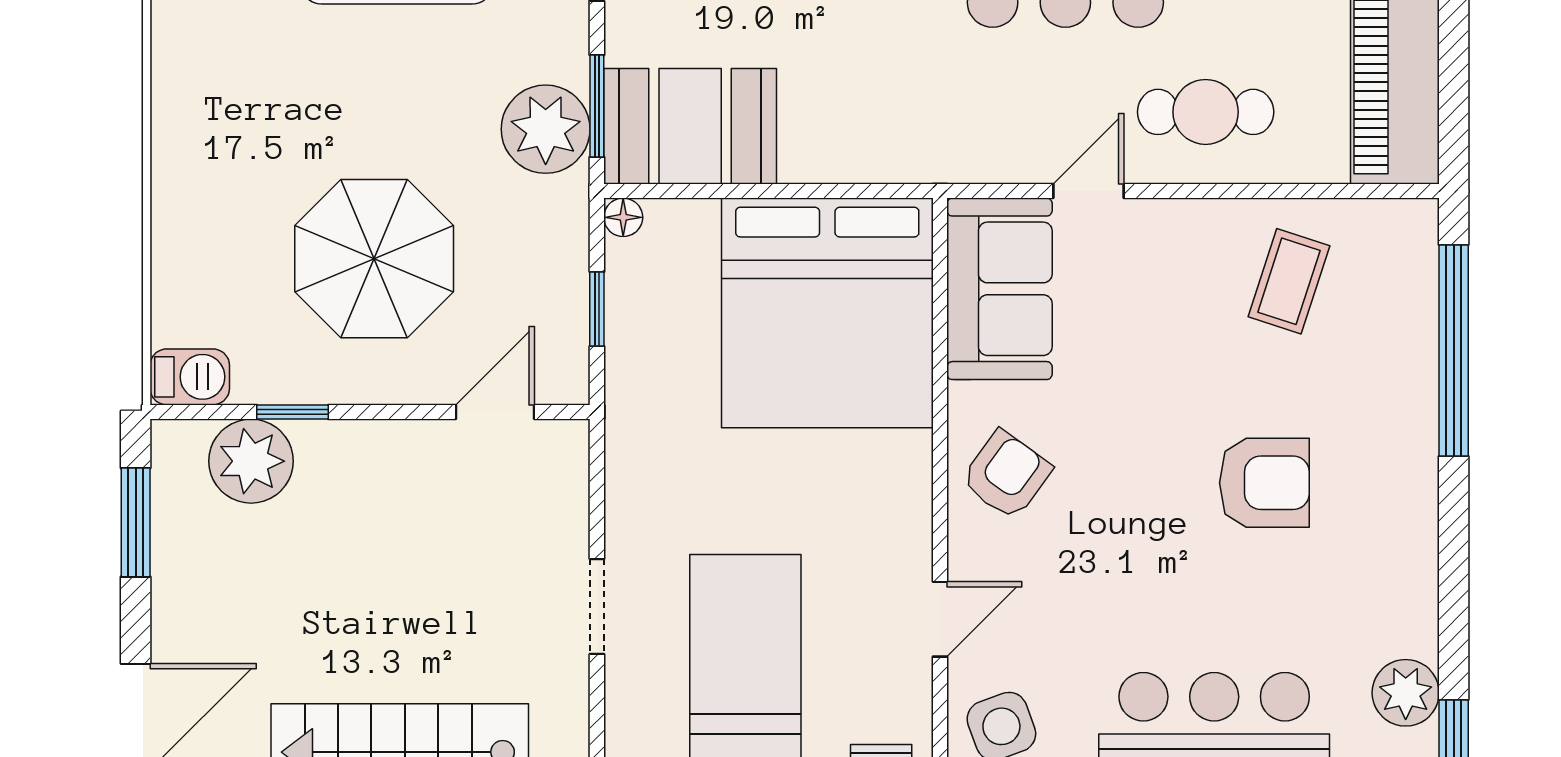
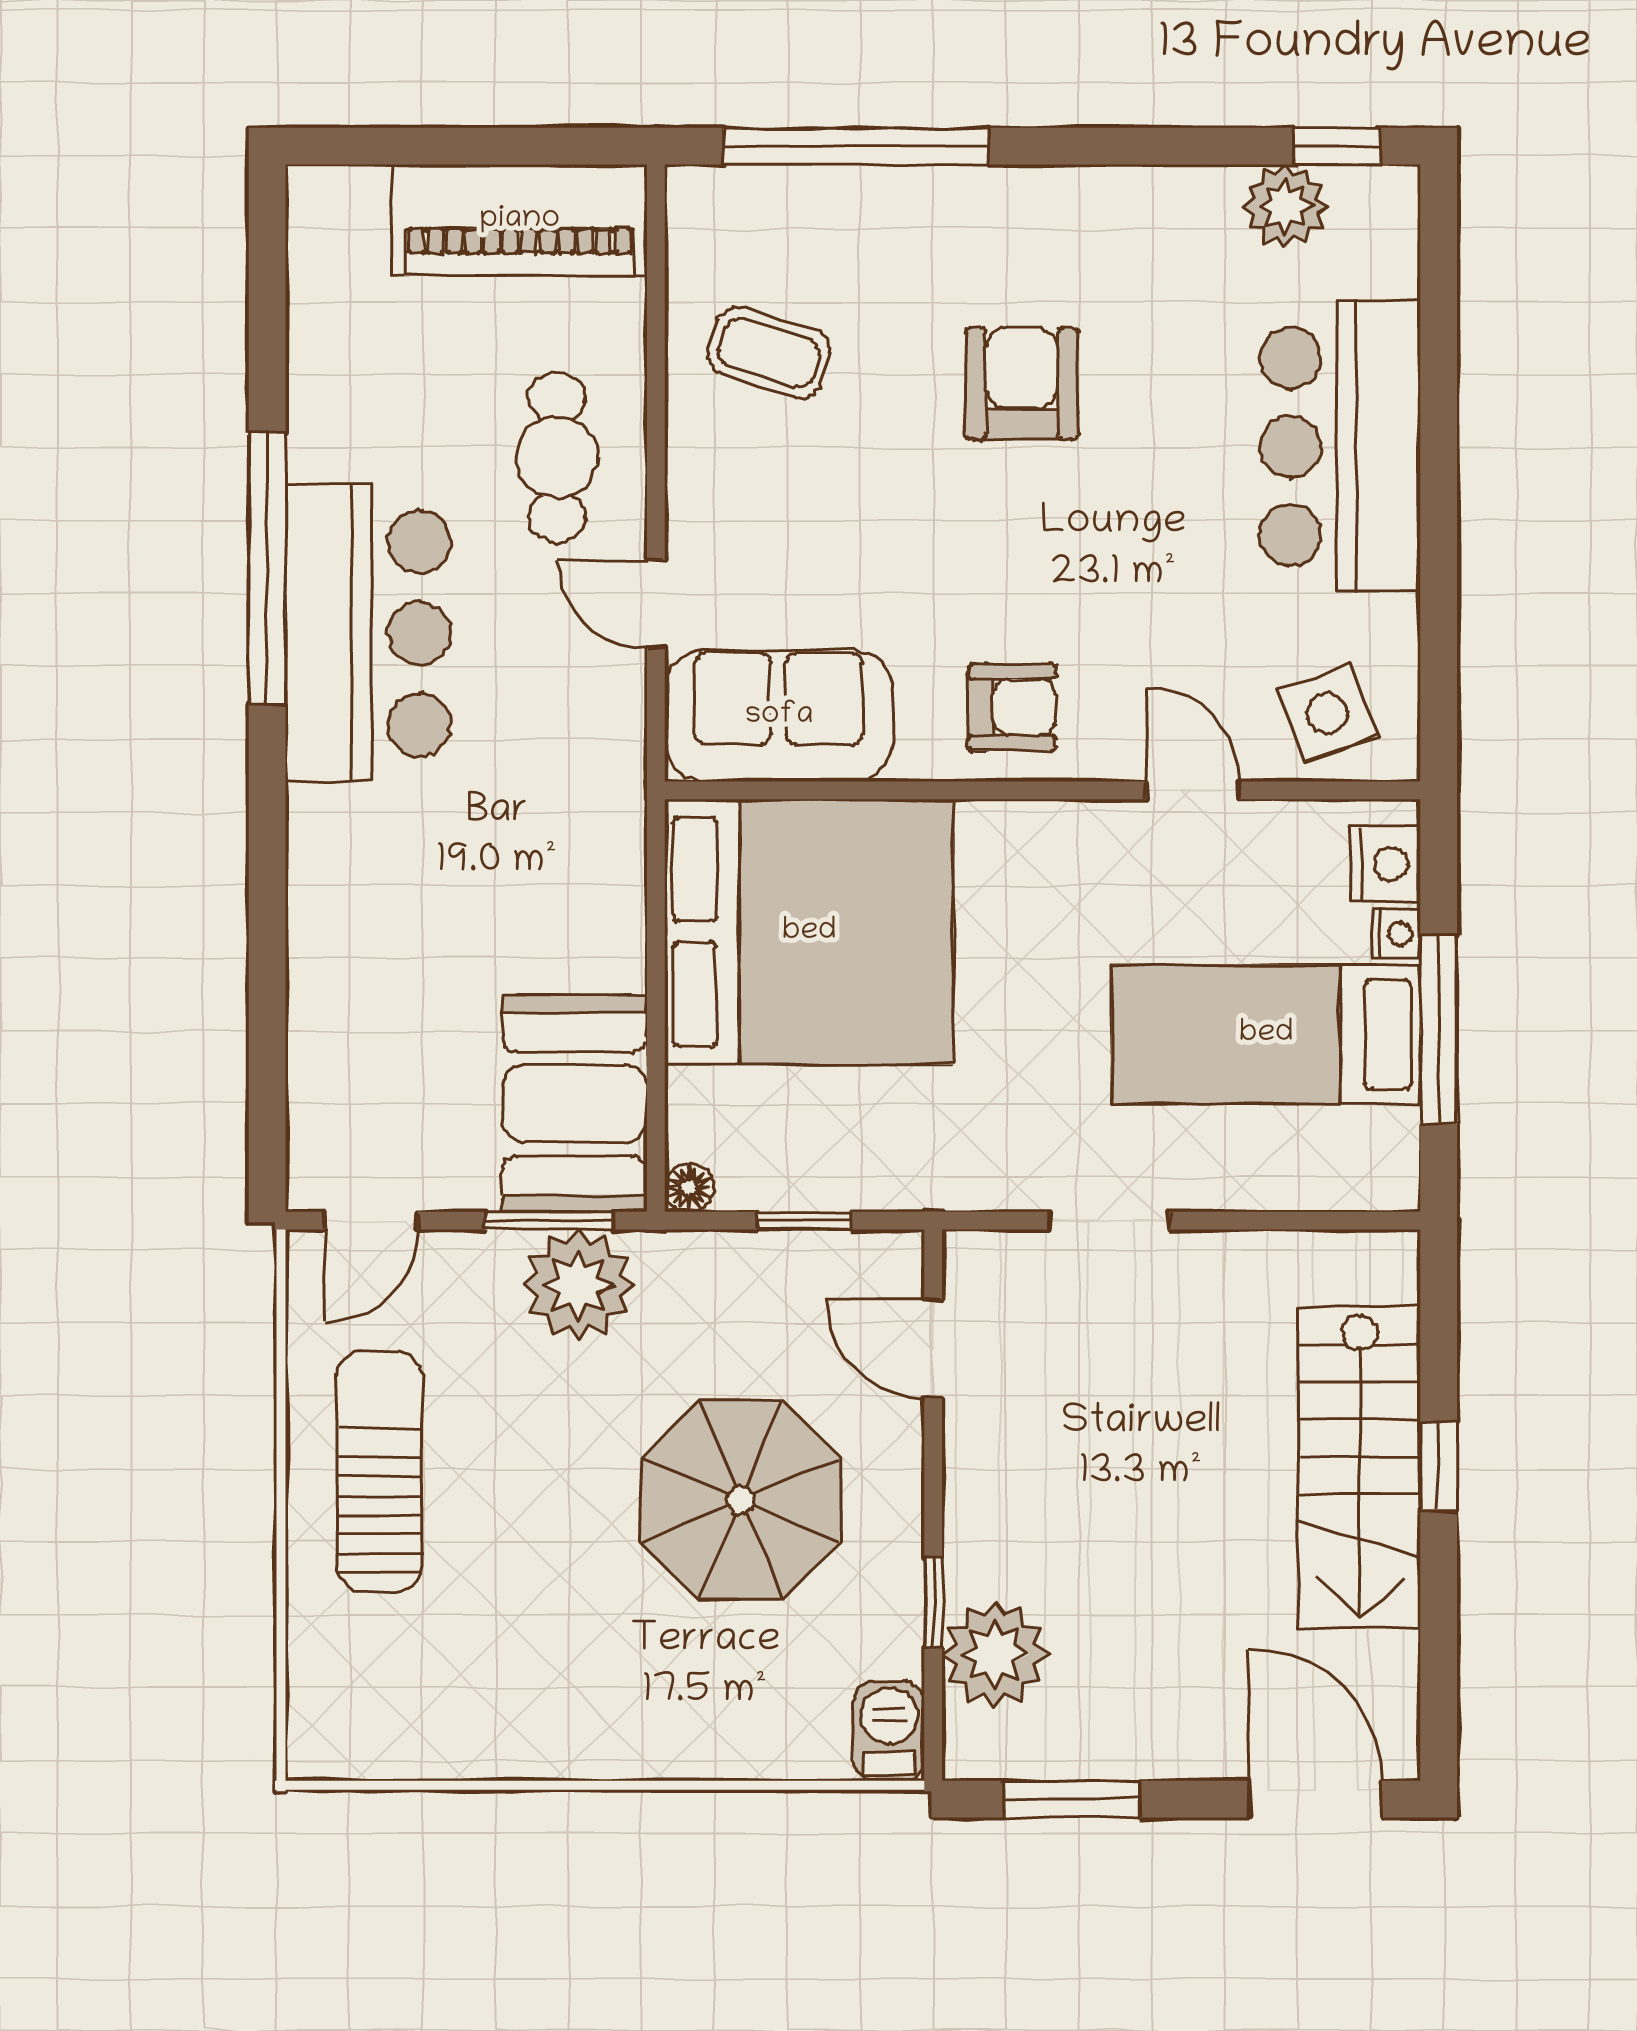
armchair: (1006, 475) -> (1012, 707), turned 144
doorway: (597, 606) -> (1109, 1221), moved

